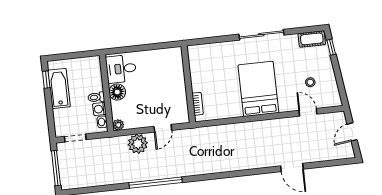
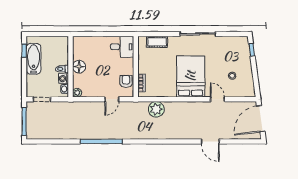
cot: (312, 39) -> (157, 42), moved
desk: (121, 69) -> (122, 47), moved, turned 180
armchair: (178, 104) -> (126, 81), added
door: (308, 112) -> (217, 99), moved
door: (352, 132) -> (261, 119), width x1.88
plant: (138, 144) -> (156, 109), moved

